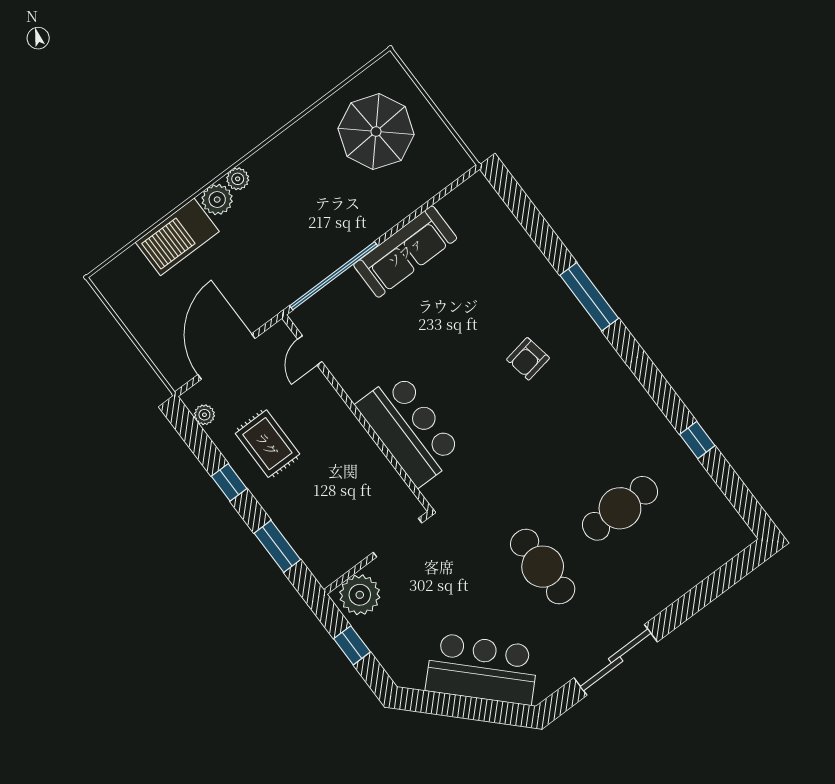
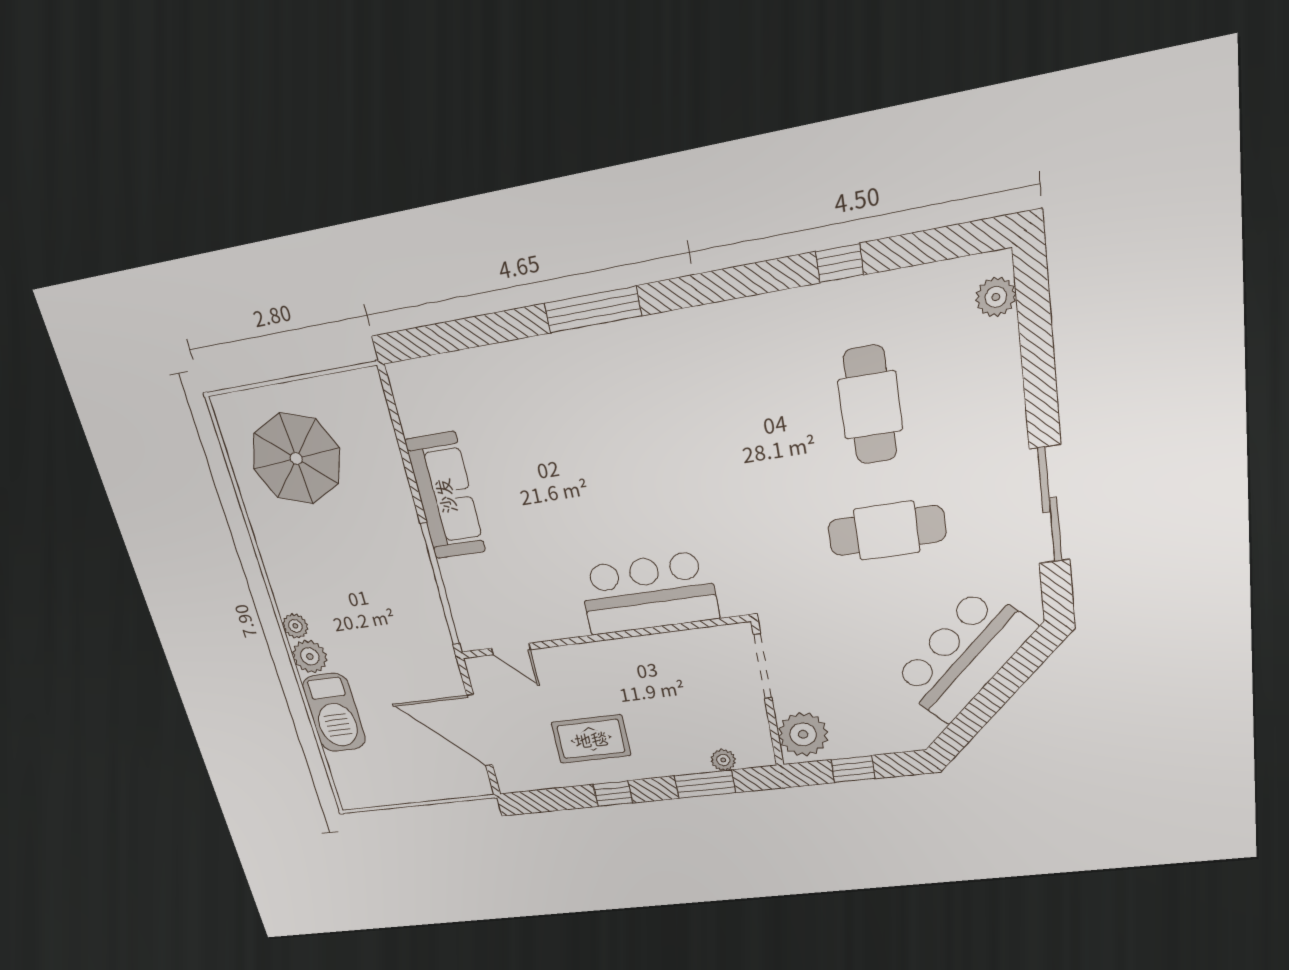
armchair: (528, 359) -> (633, 422), removed
plant: (204, 415) -> (723, 760), moved
plant: (725, 547) -> (996, 297), added

